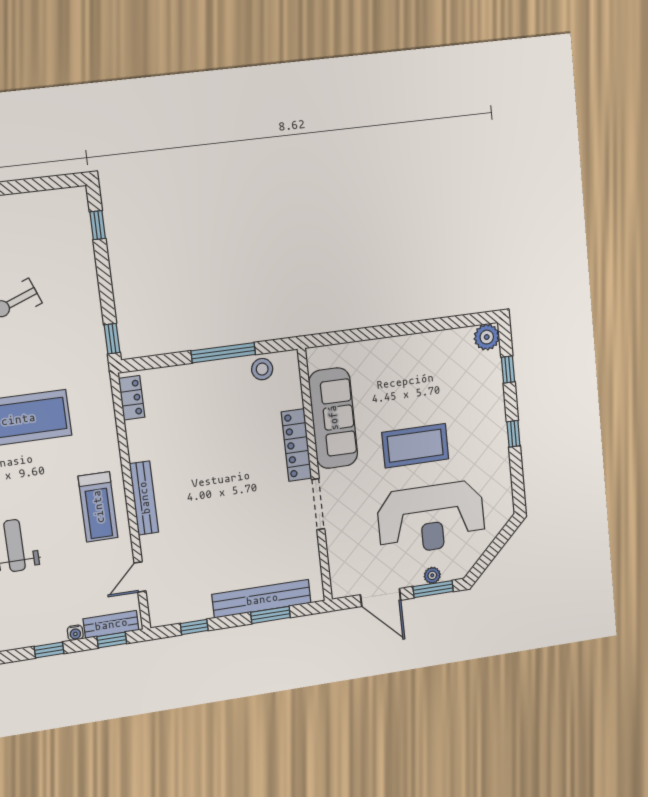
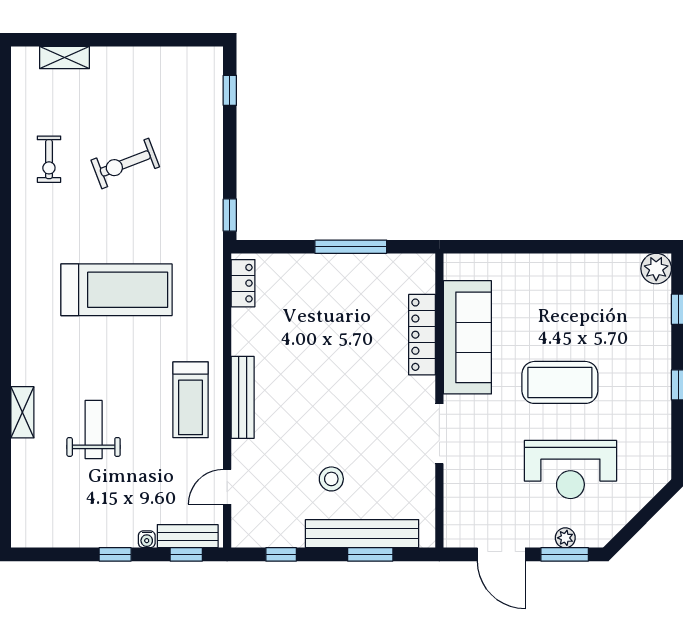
stool: (262, 369) -> (331, 479), moved
locker: (297, 445) -> (422, 335), moved
reception desk: (431, 518) -> (570, 470), width x0.74, depth x0.77

